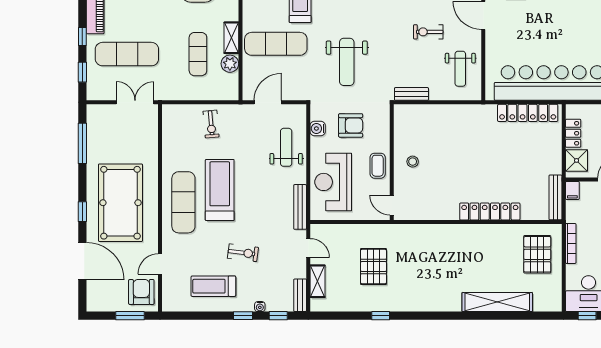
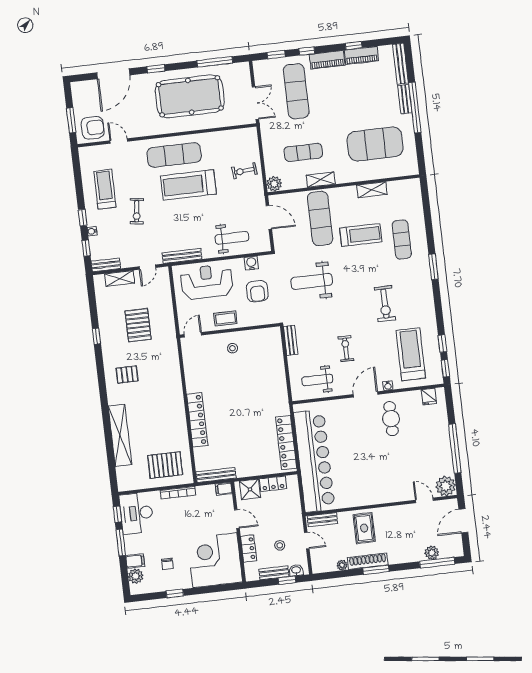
plant: (230, 64) -> (274, 184), moved
treadmill: (220, 190) -> (188, 185), turned 180
pool table: (120, 203) -> (190, 96), moved
pallet: (373, 267) -> (138, 325), turned 90
pallet: (429, 286) -> (127, 375), added

